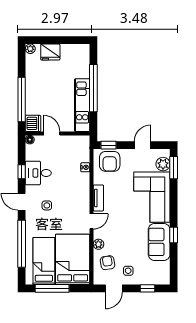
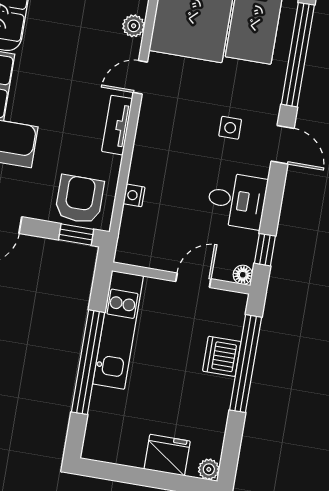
dishwasher: (33, 123) -> (222, 356), moved
door: (52, 133) -> (193, 280), swing flipped
window: (22, 172) -> (265, 250), moved

